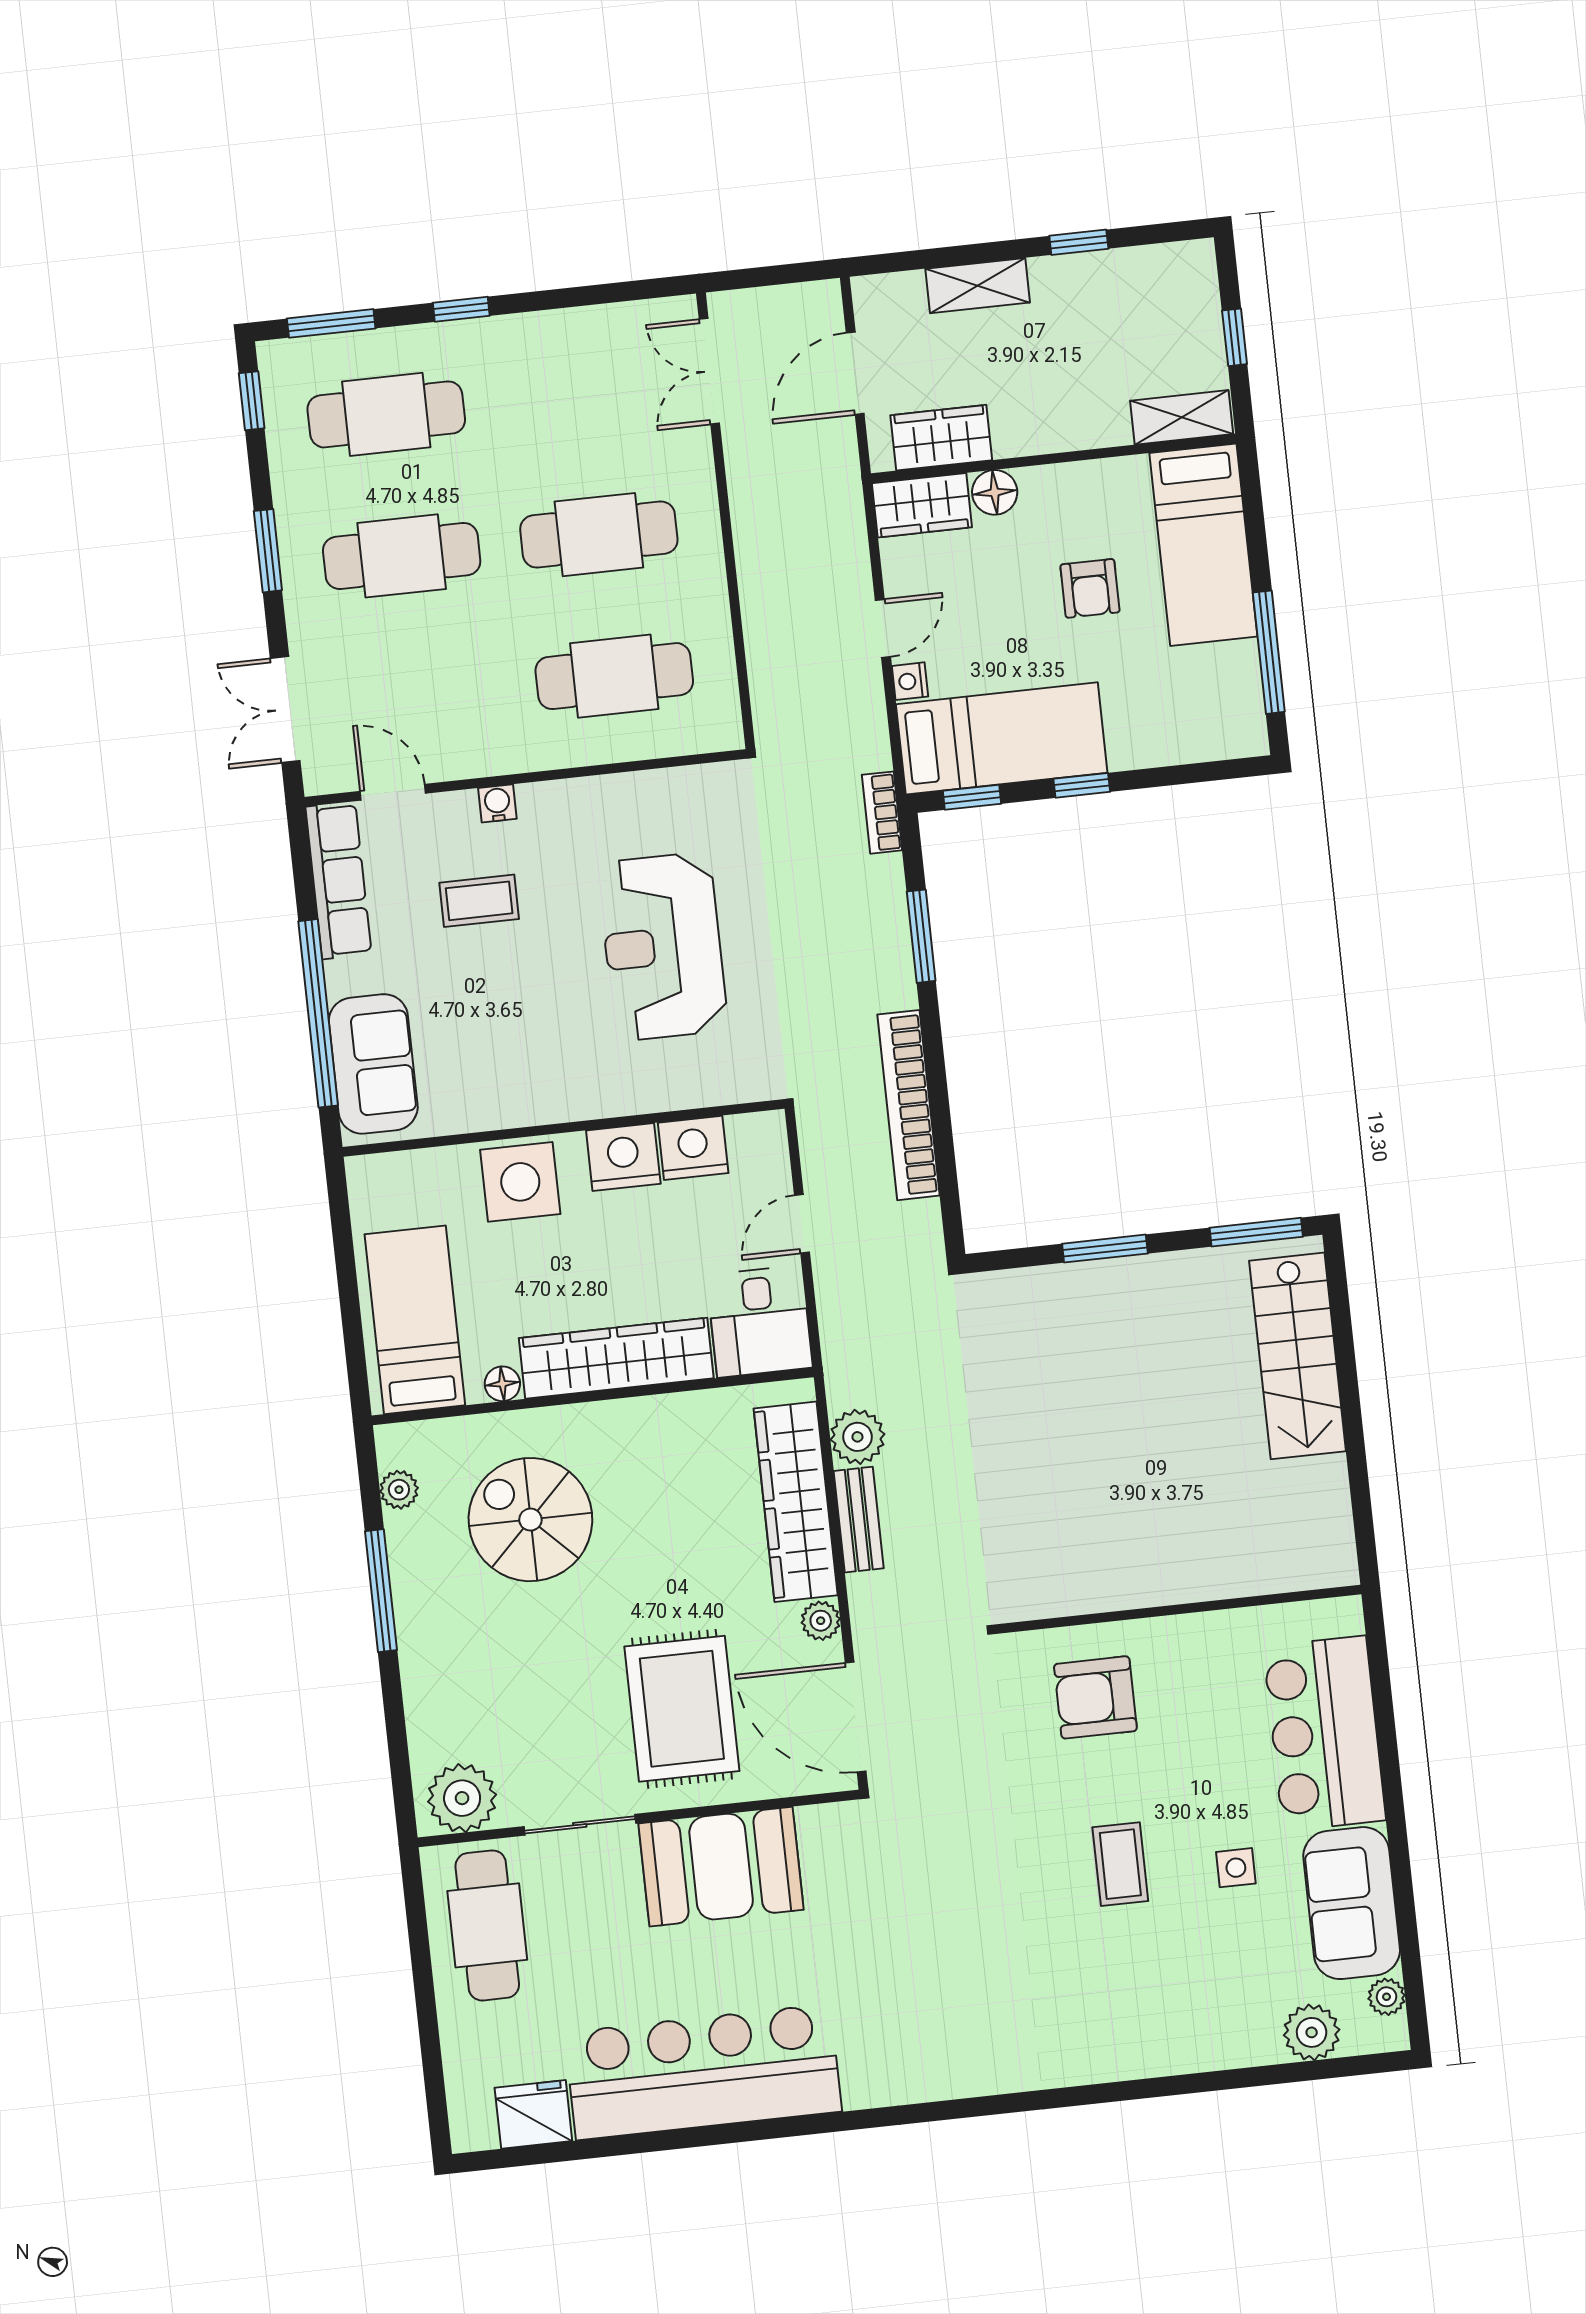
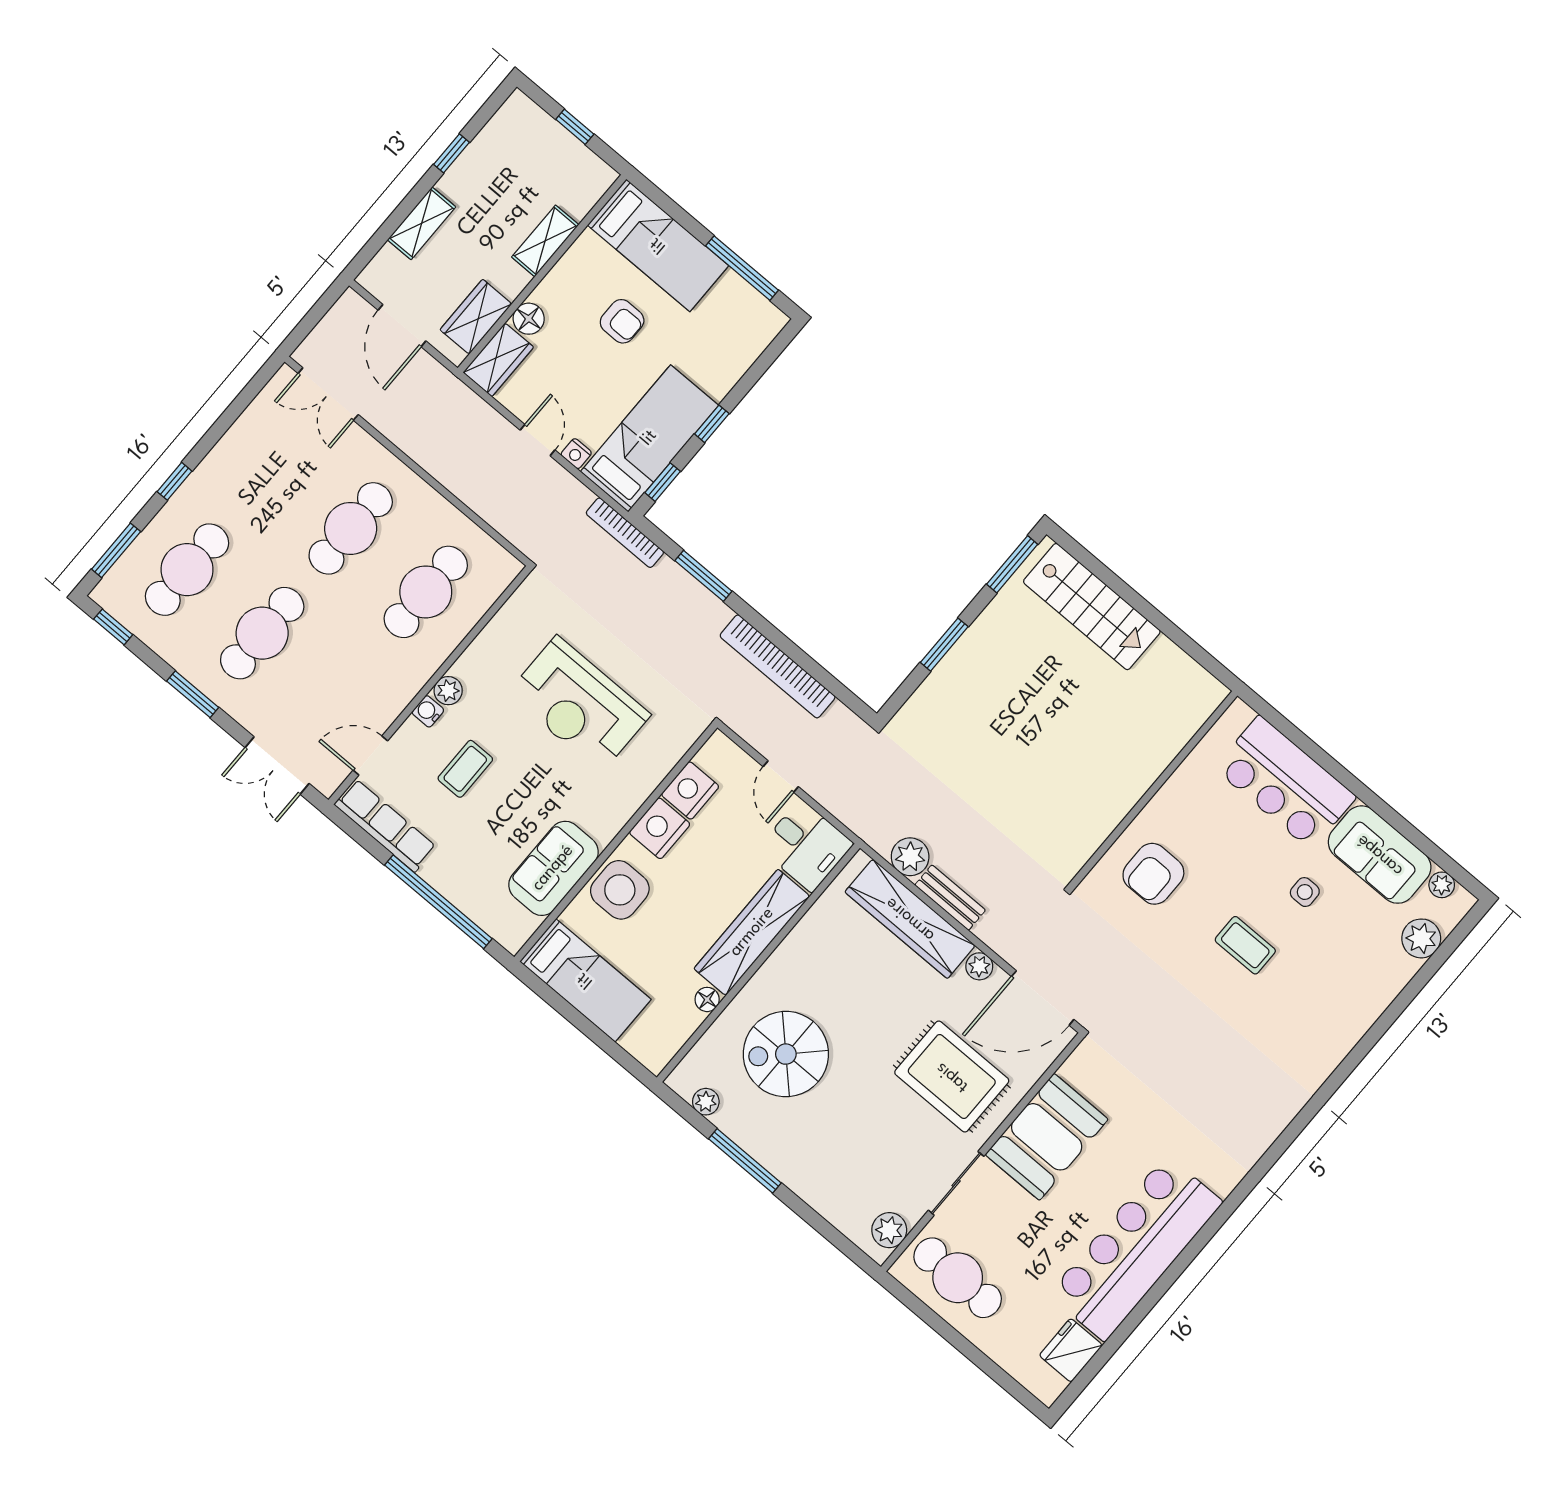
shelving: (1182, 417) -> (545, 241), moved
plant: (539, 802) -> (448, 691), added
bookcase: (882, 813) -> (625, 533), width x1.56
sofa: (373, 1064) -> (553, 868), moved, turned -90
bed: (415, 1320) -> (585, 980), moved, turned 180
plant: (462, 1798) -> (889, 1230), width x0.73, depth x0.73

